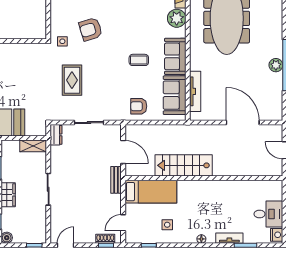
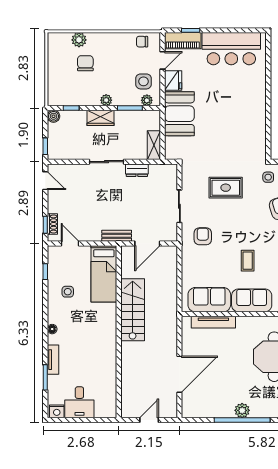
armchair: (139, 106) -> (203, 236), moved
dresser: (56, 135) -> (137, 170), moved

